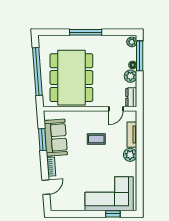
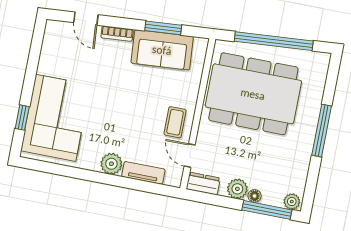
coffee table: (96, 139) -> (175, 122), moved

